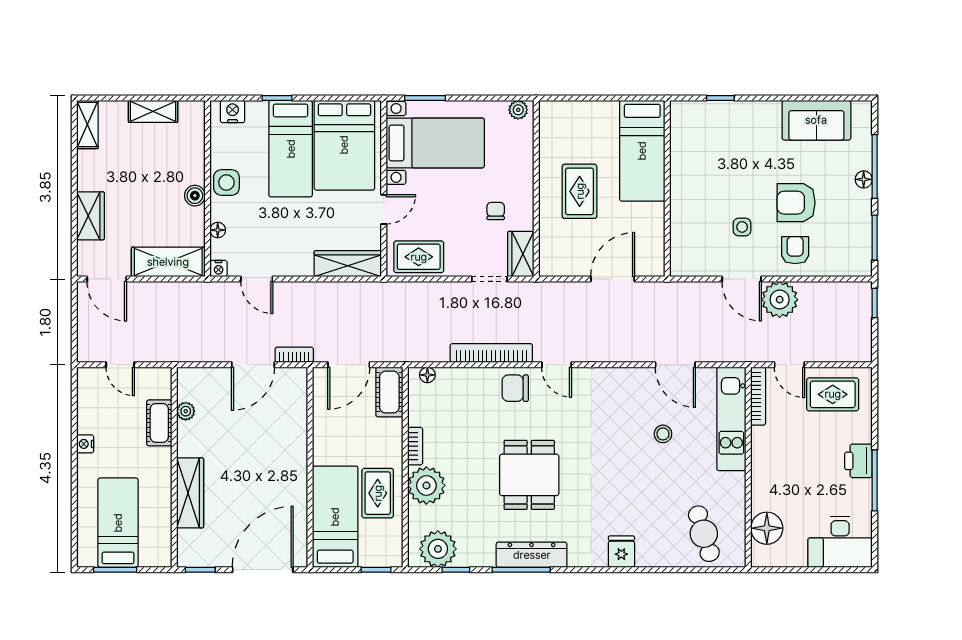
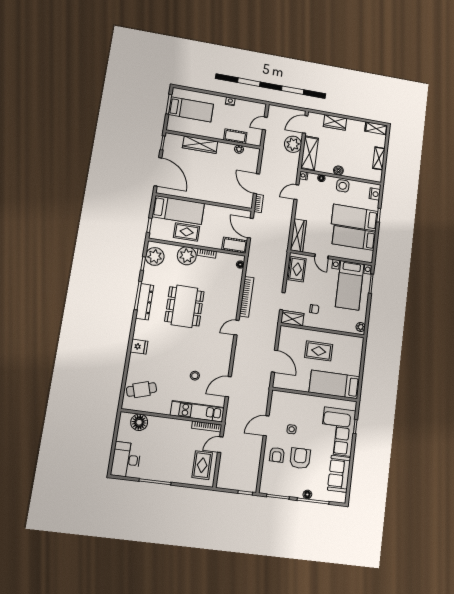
corner sofa: (734, 133) -> (338, 431), added
bed: (344, 145) -> (354, 238), width x0.67
armchair: (795, 250) -> (277, 455), turned 90
plant: (780, 300) -> (293, 144), moved
chair: (515, 388) -> (228, 306), removed
printer: (858, 461) -> (166, 474), removed
dining table: (529, 475) -> (184, 306), width x1.38

